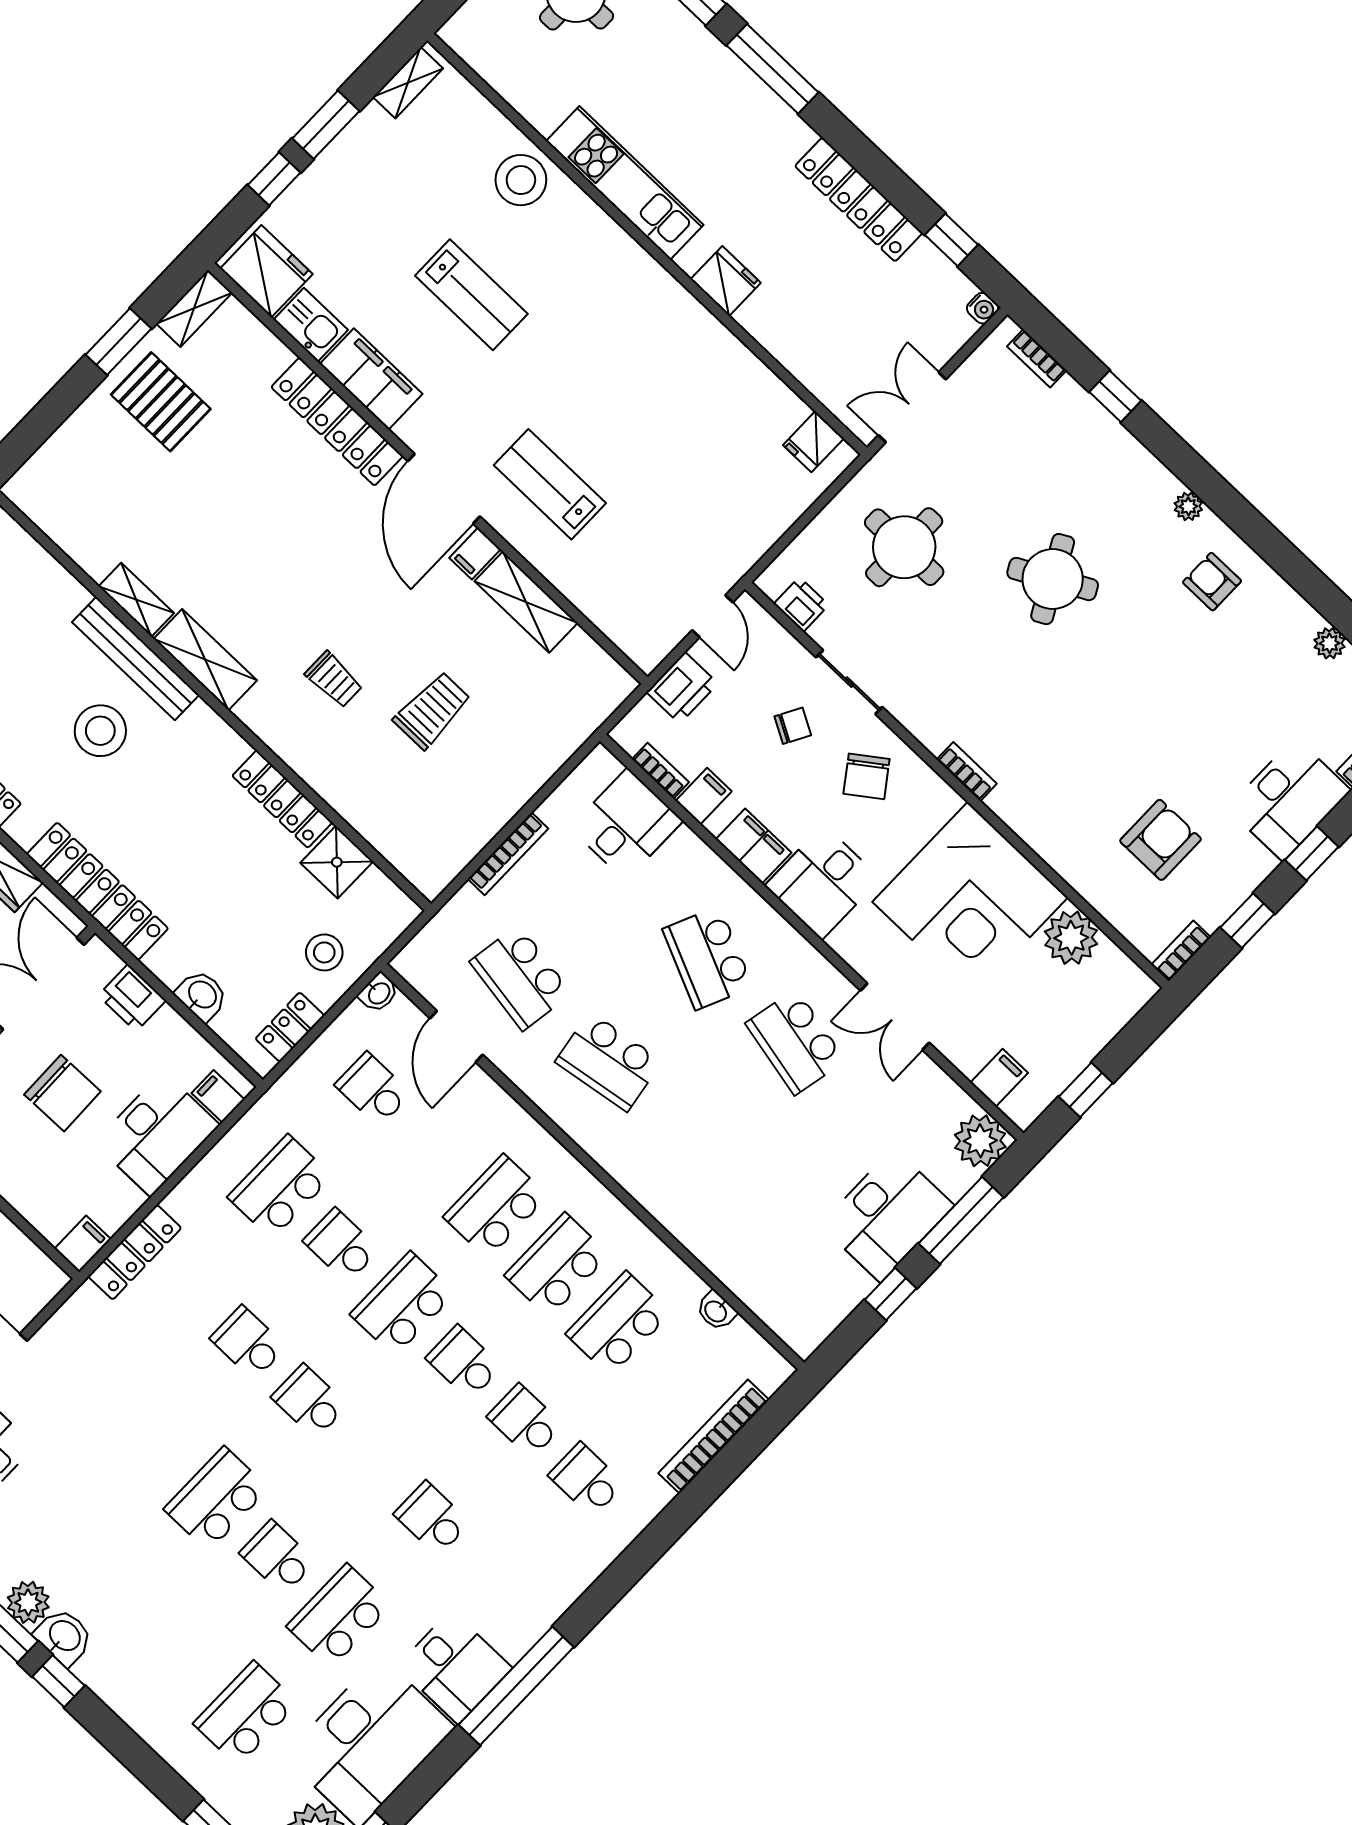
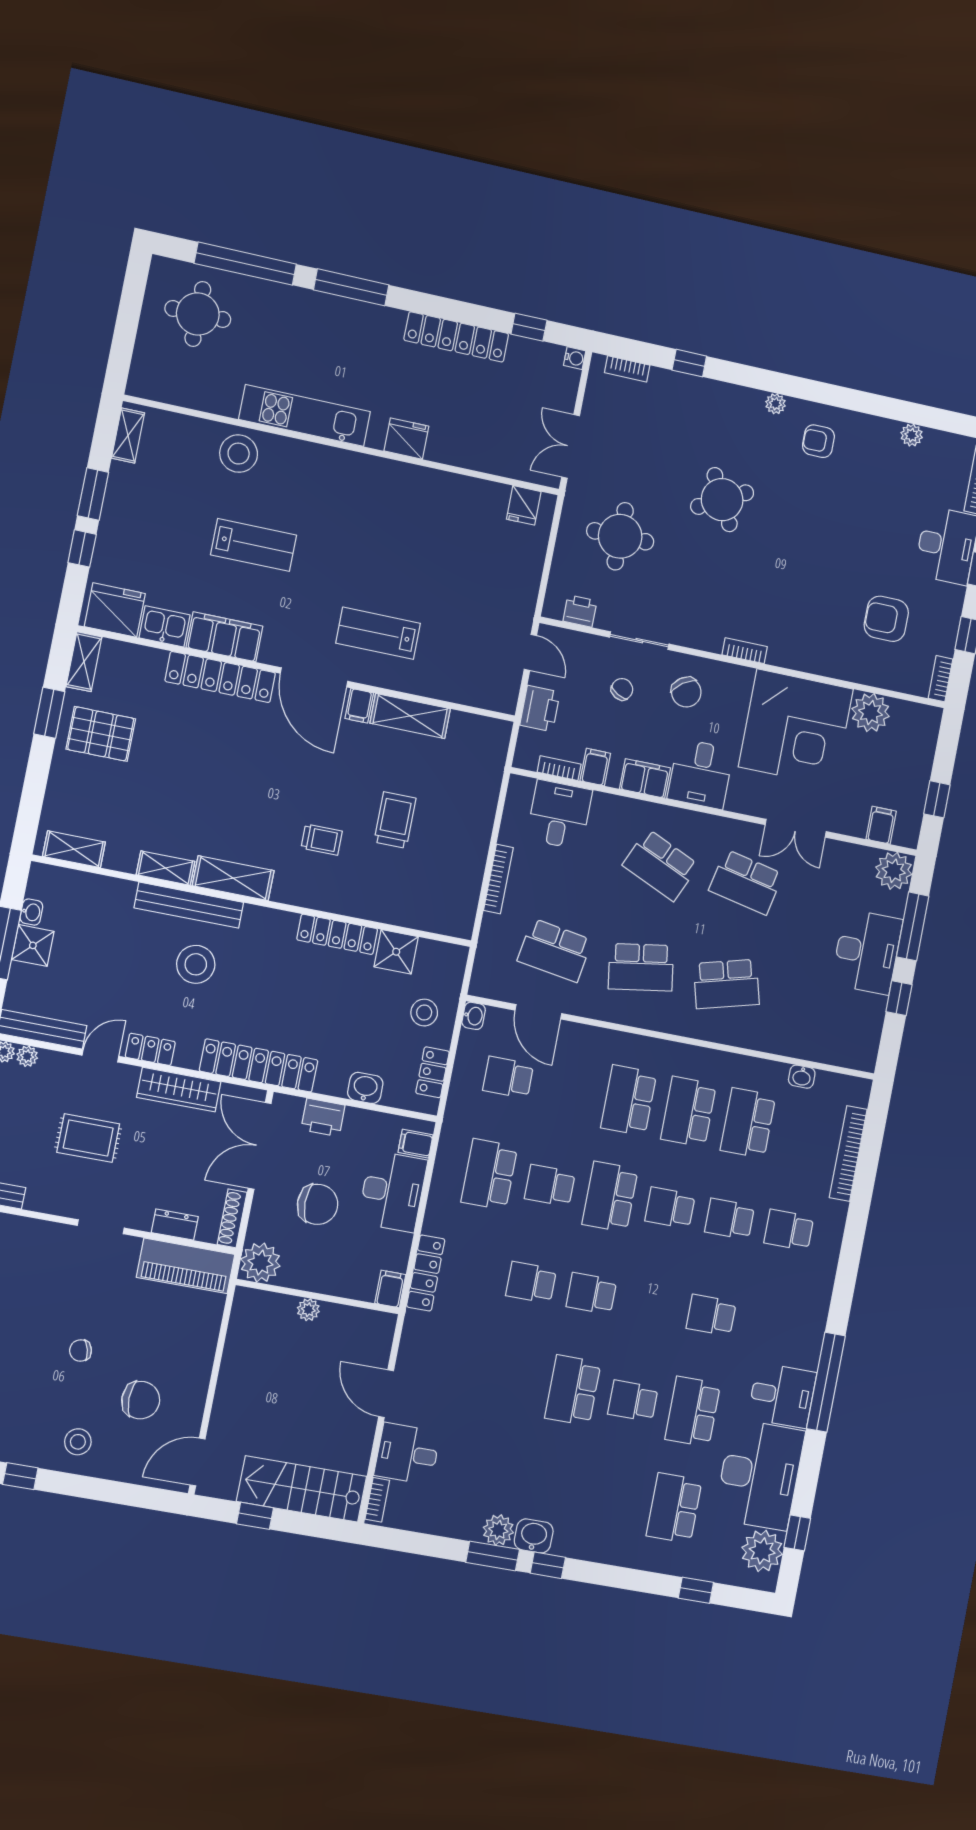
shelving: (47, 513) -> (74, 849), added
armchair: (1161, 840) -> (886, 619), turned -90
school desk: (696, 1146) -> (726, 984), added

